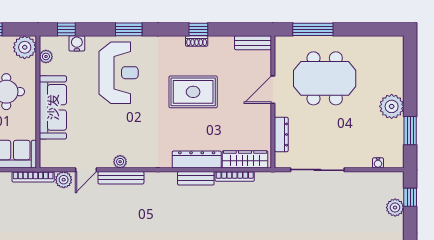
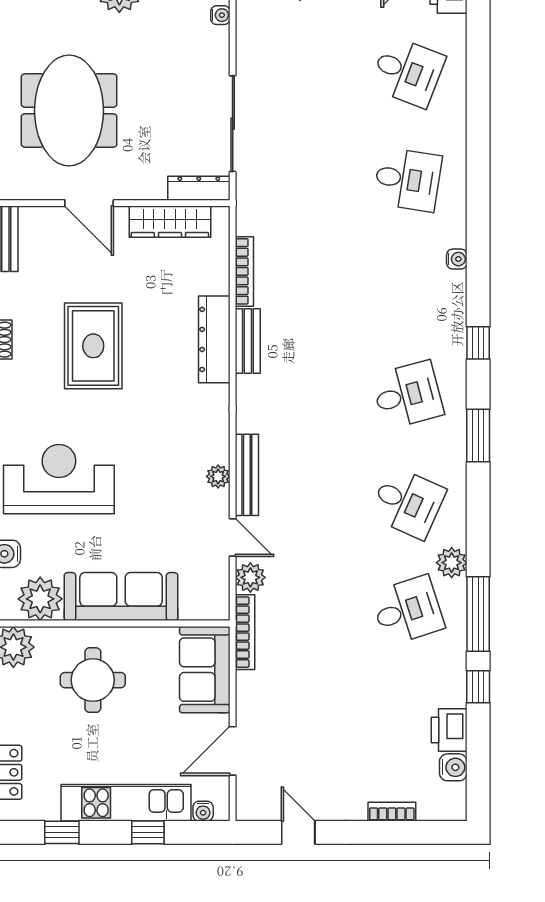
plant: (46, 56) -> (40, 599), width x1.88, depth x1.88
dresser: (281, 134) -> (199, 188), moved
wardrobe: (245, 159) -> (170, 222), moved, turned -90

